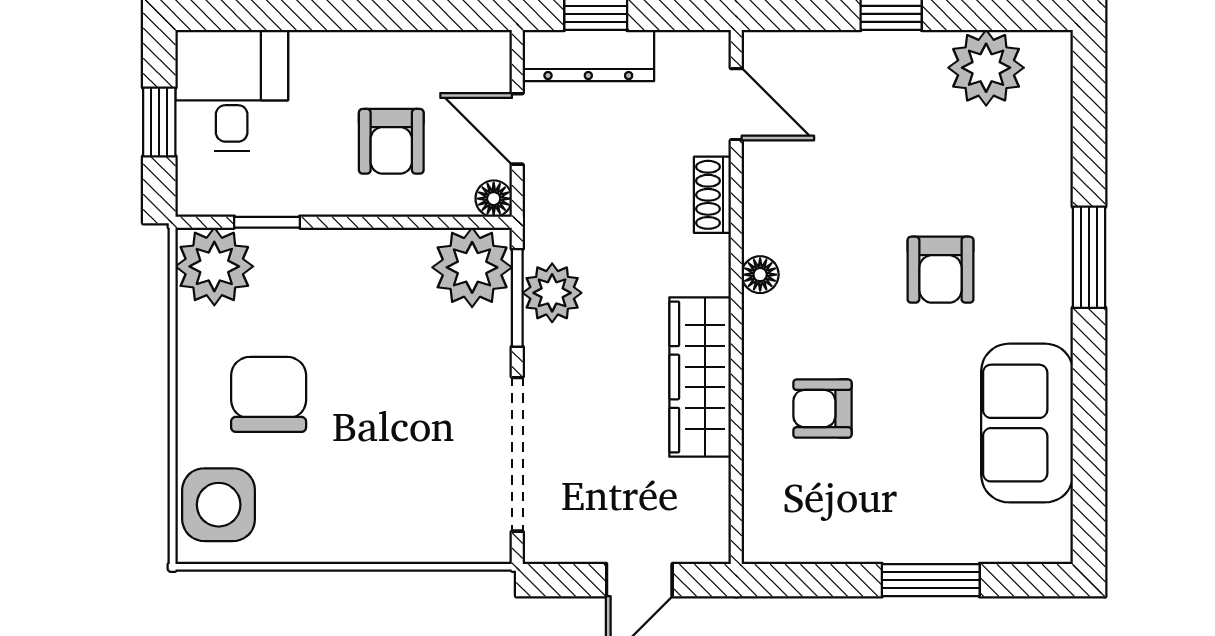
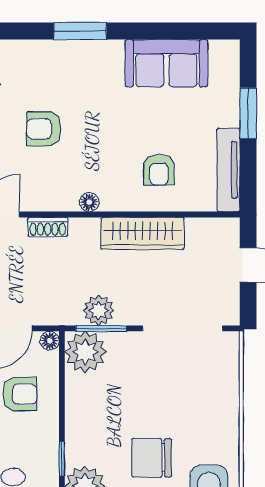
armchair: (940, 270) -> (44, 129), moved, turned 180
tv unit: (822, 542) -> (228, 170), added

